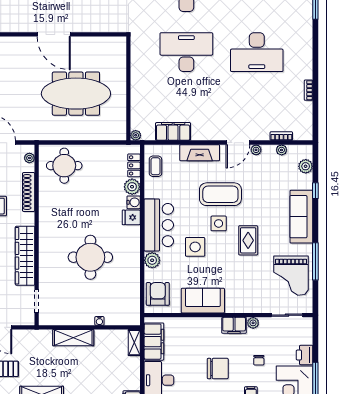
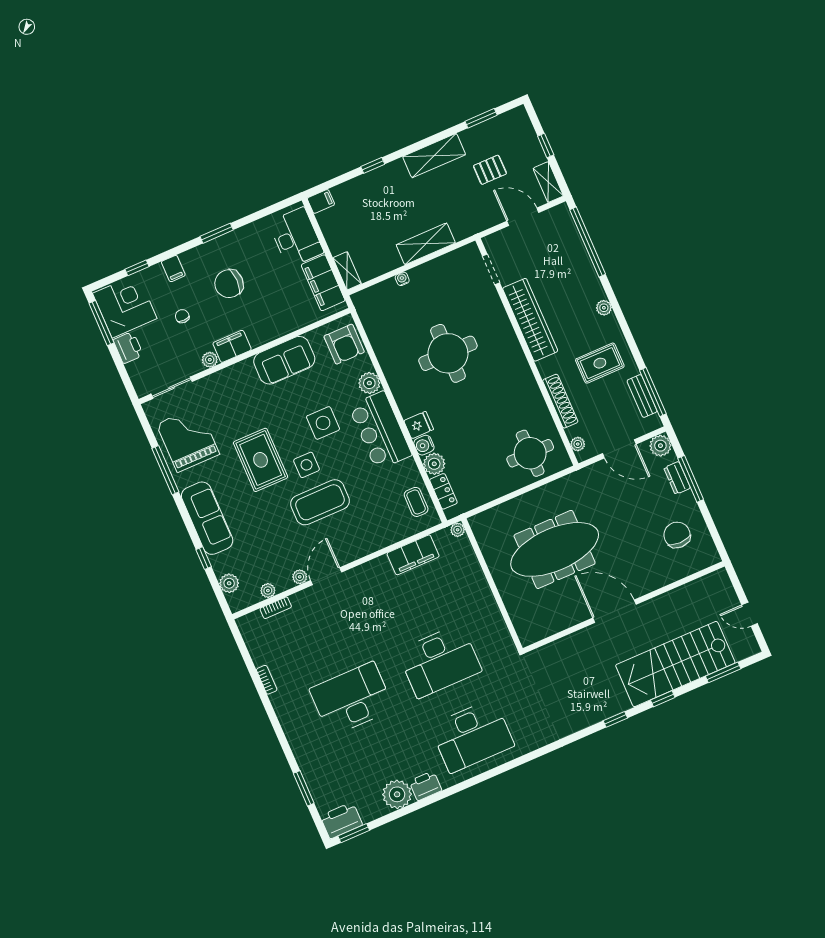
fireplace: (200, 153) -> (368, 543), removed
rug: (248, 240) -> (261, 460), width x1.36, depth x1.43

